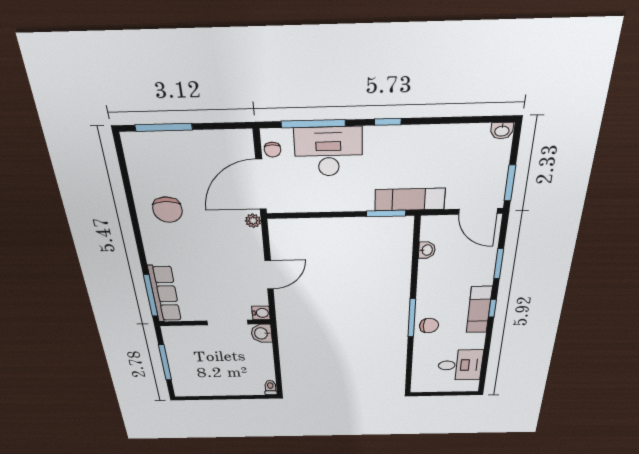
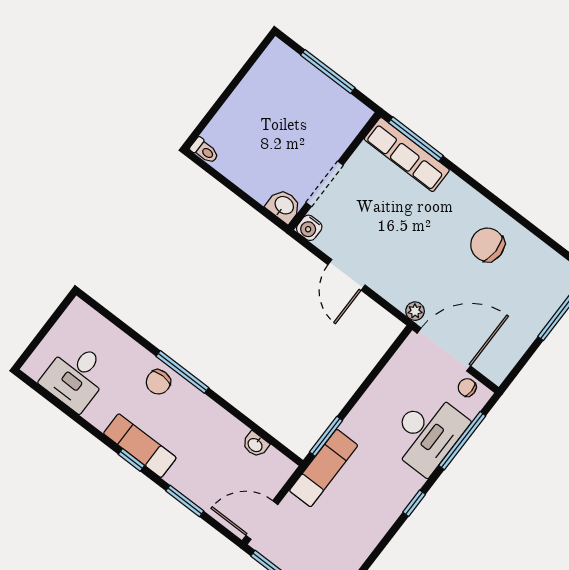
door: (261, 184) -> (444, 350), hinge flipped

